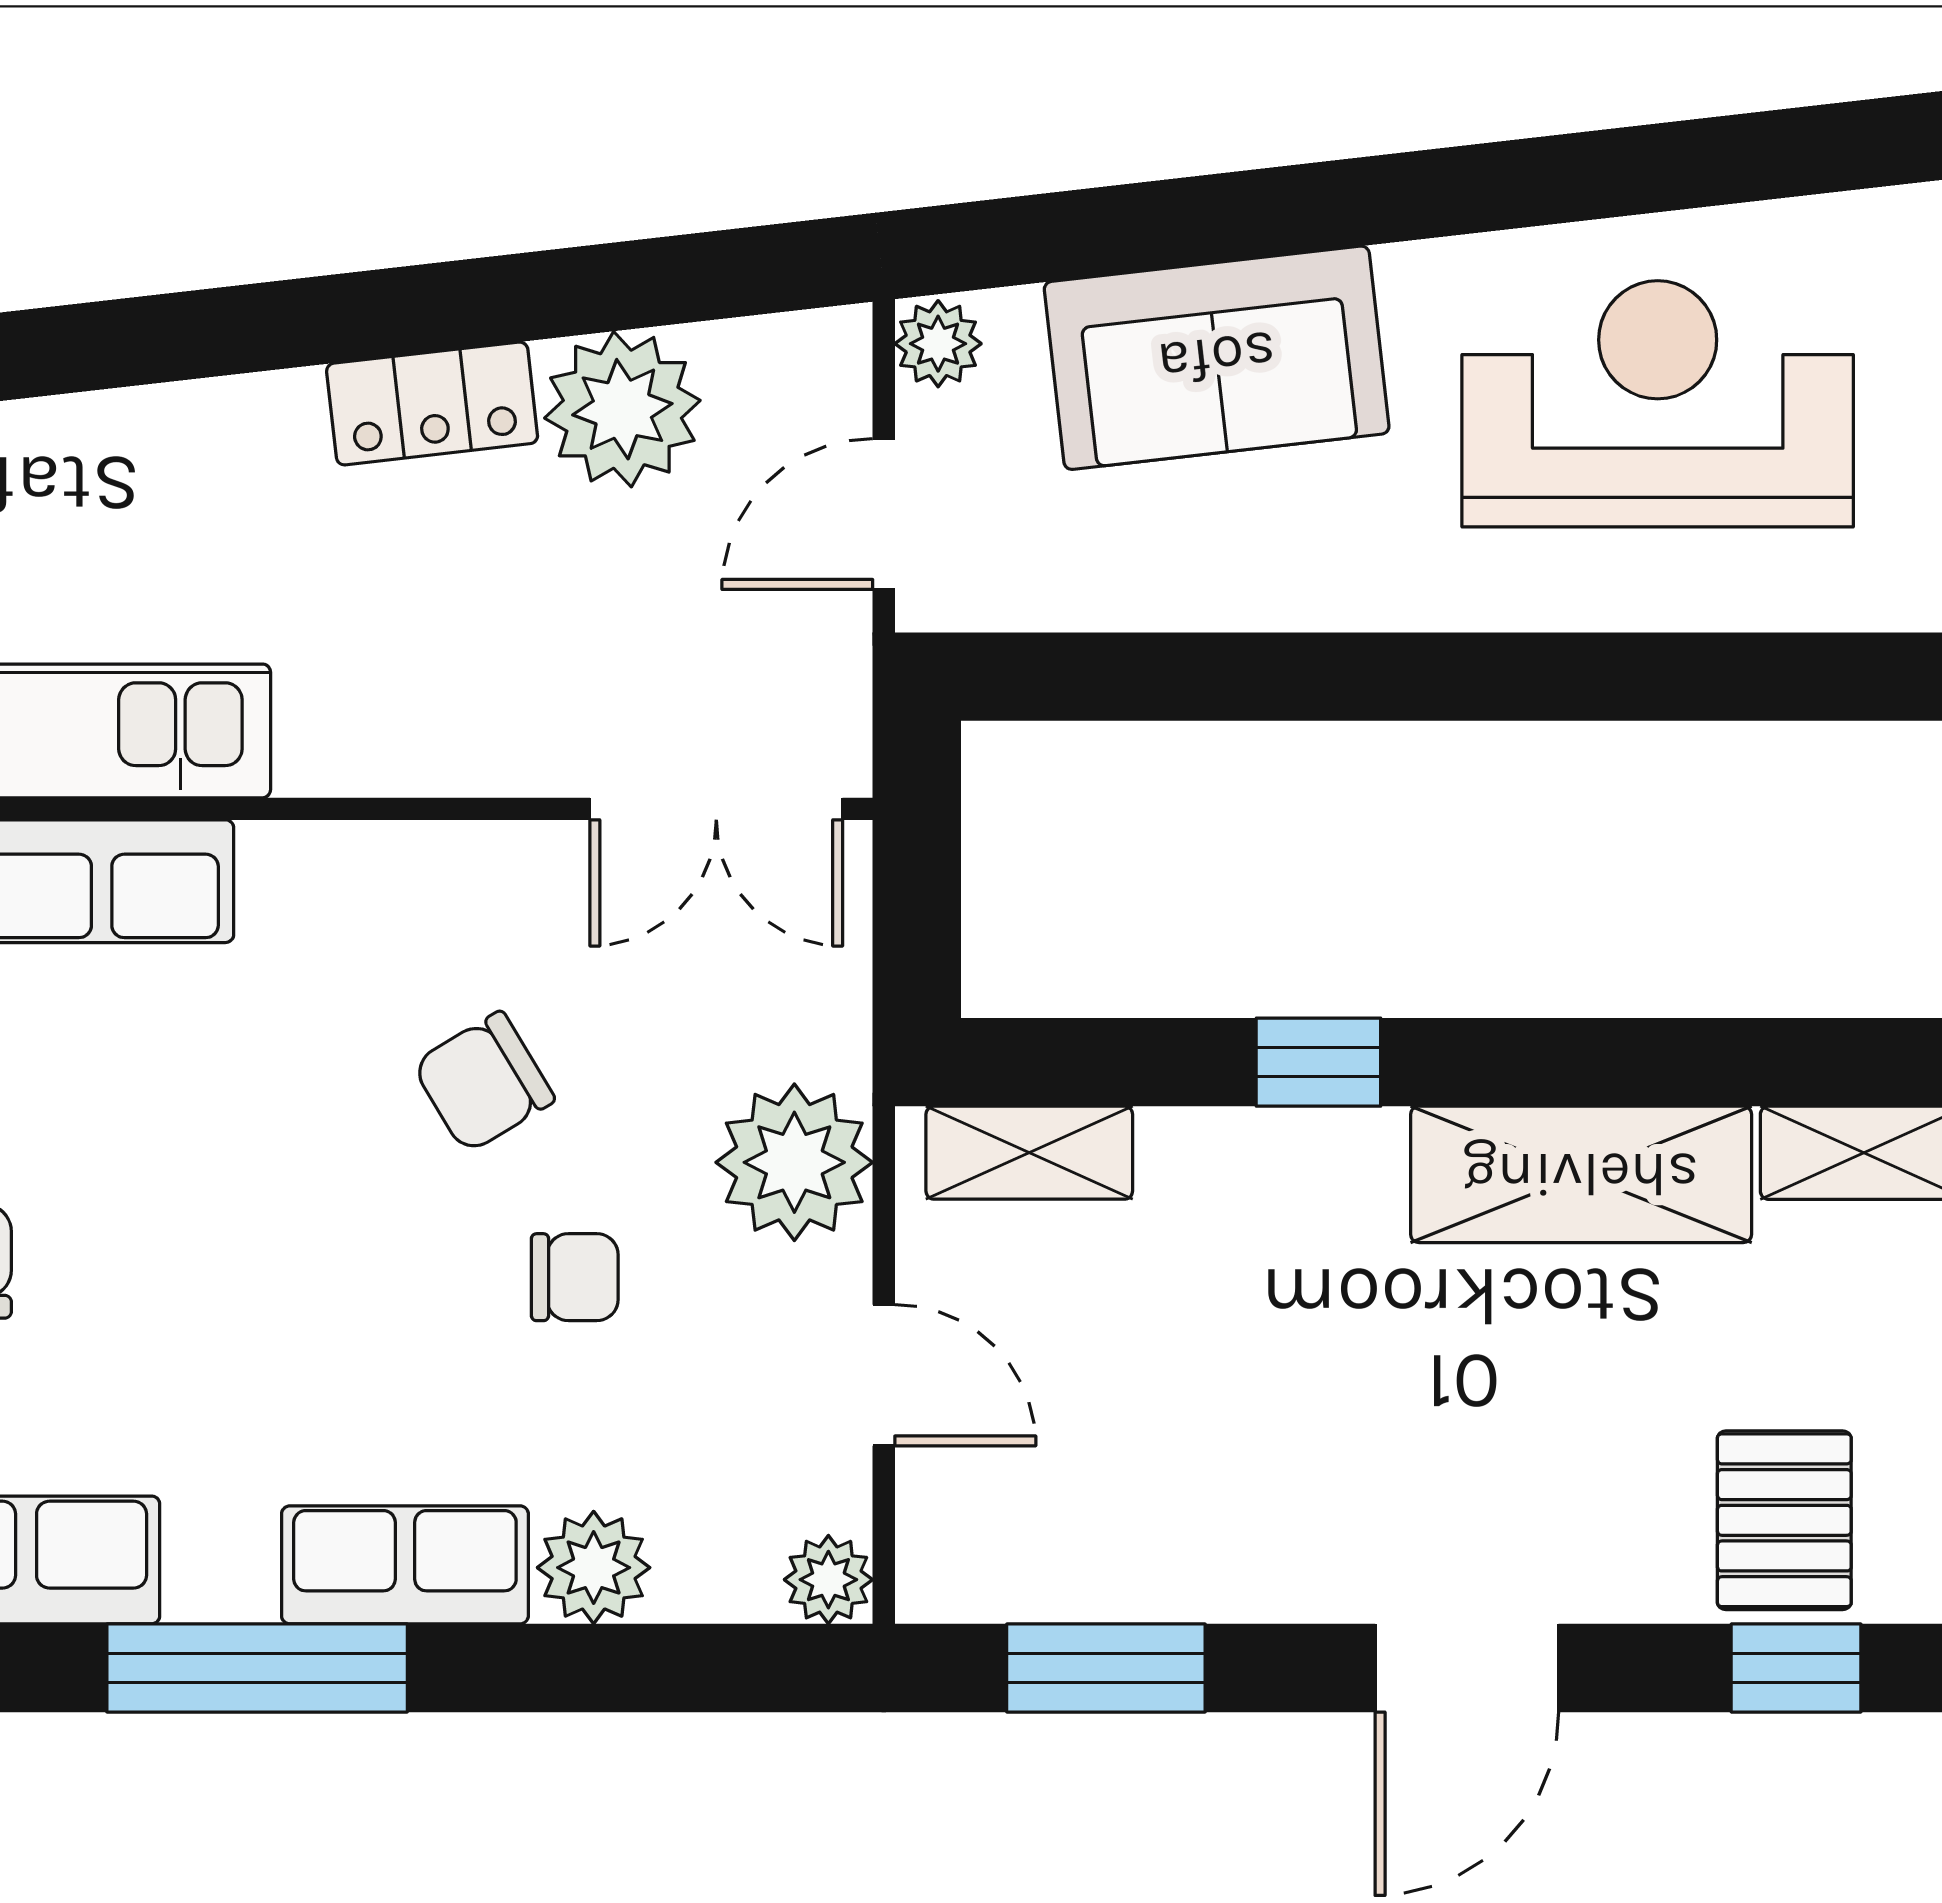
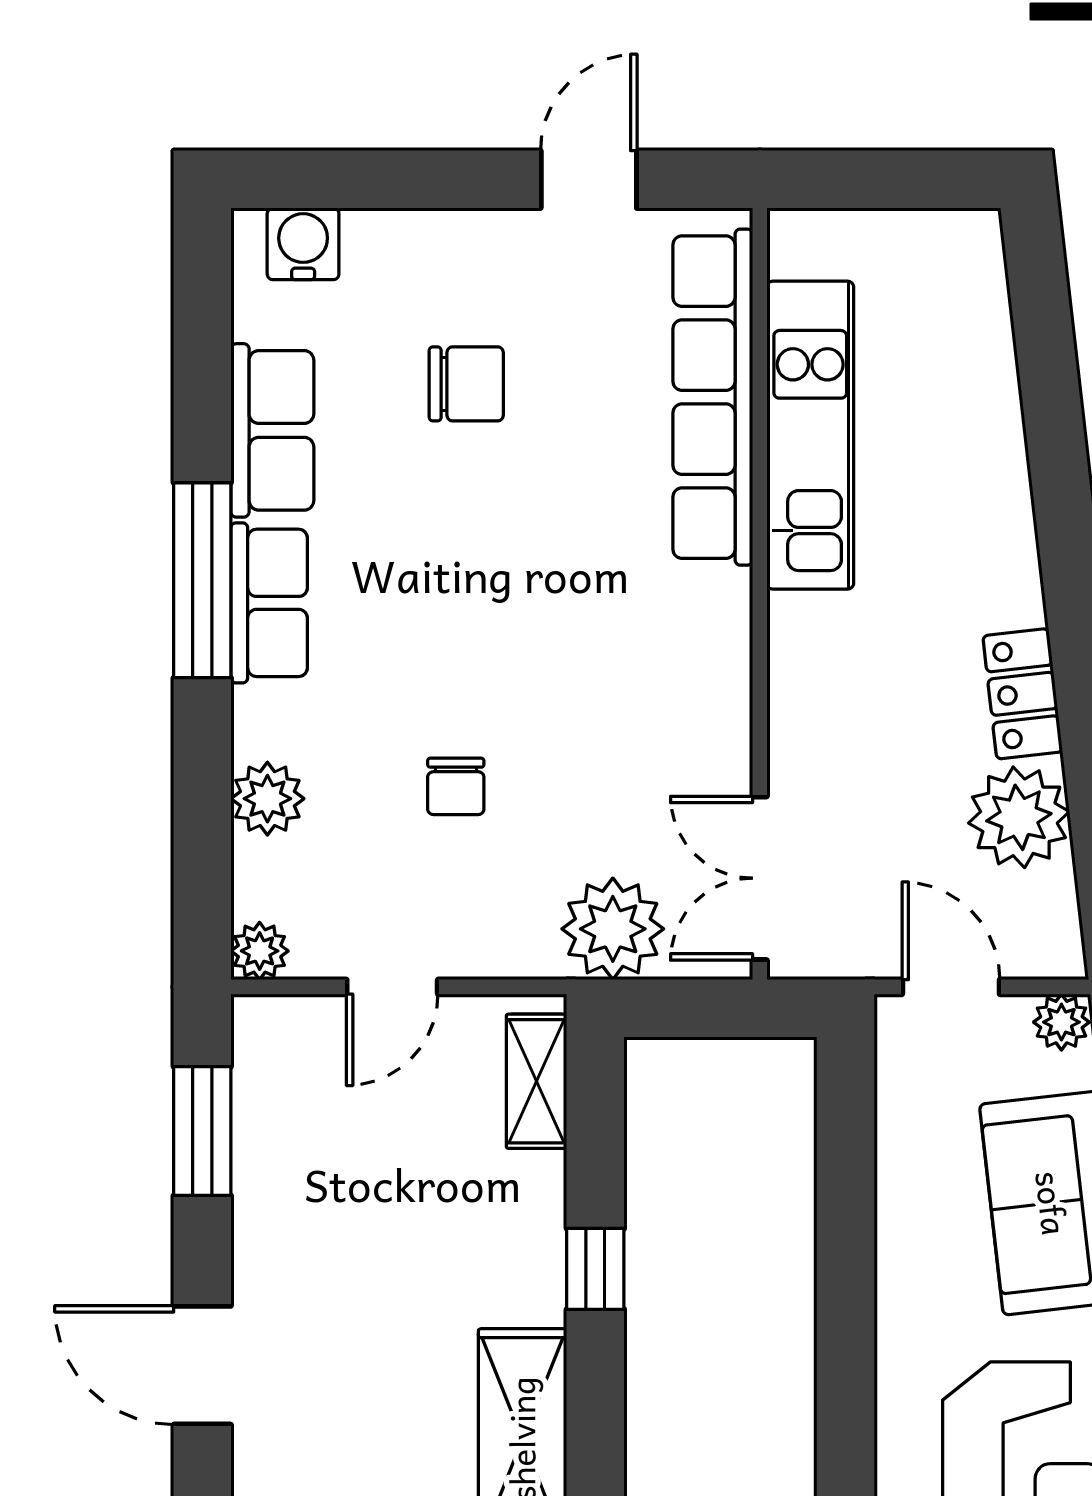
chair: (483, 1082) -> (582, 727), removed
plant: (794, 1162) -> (613, 929), moved
row of seats: (405, 1565) -> (269, 603), moved

